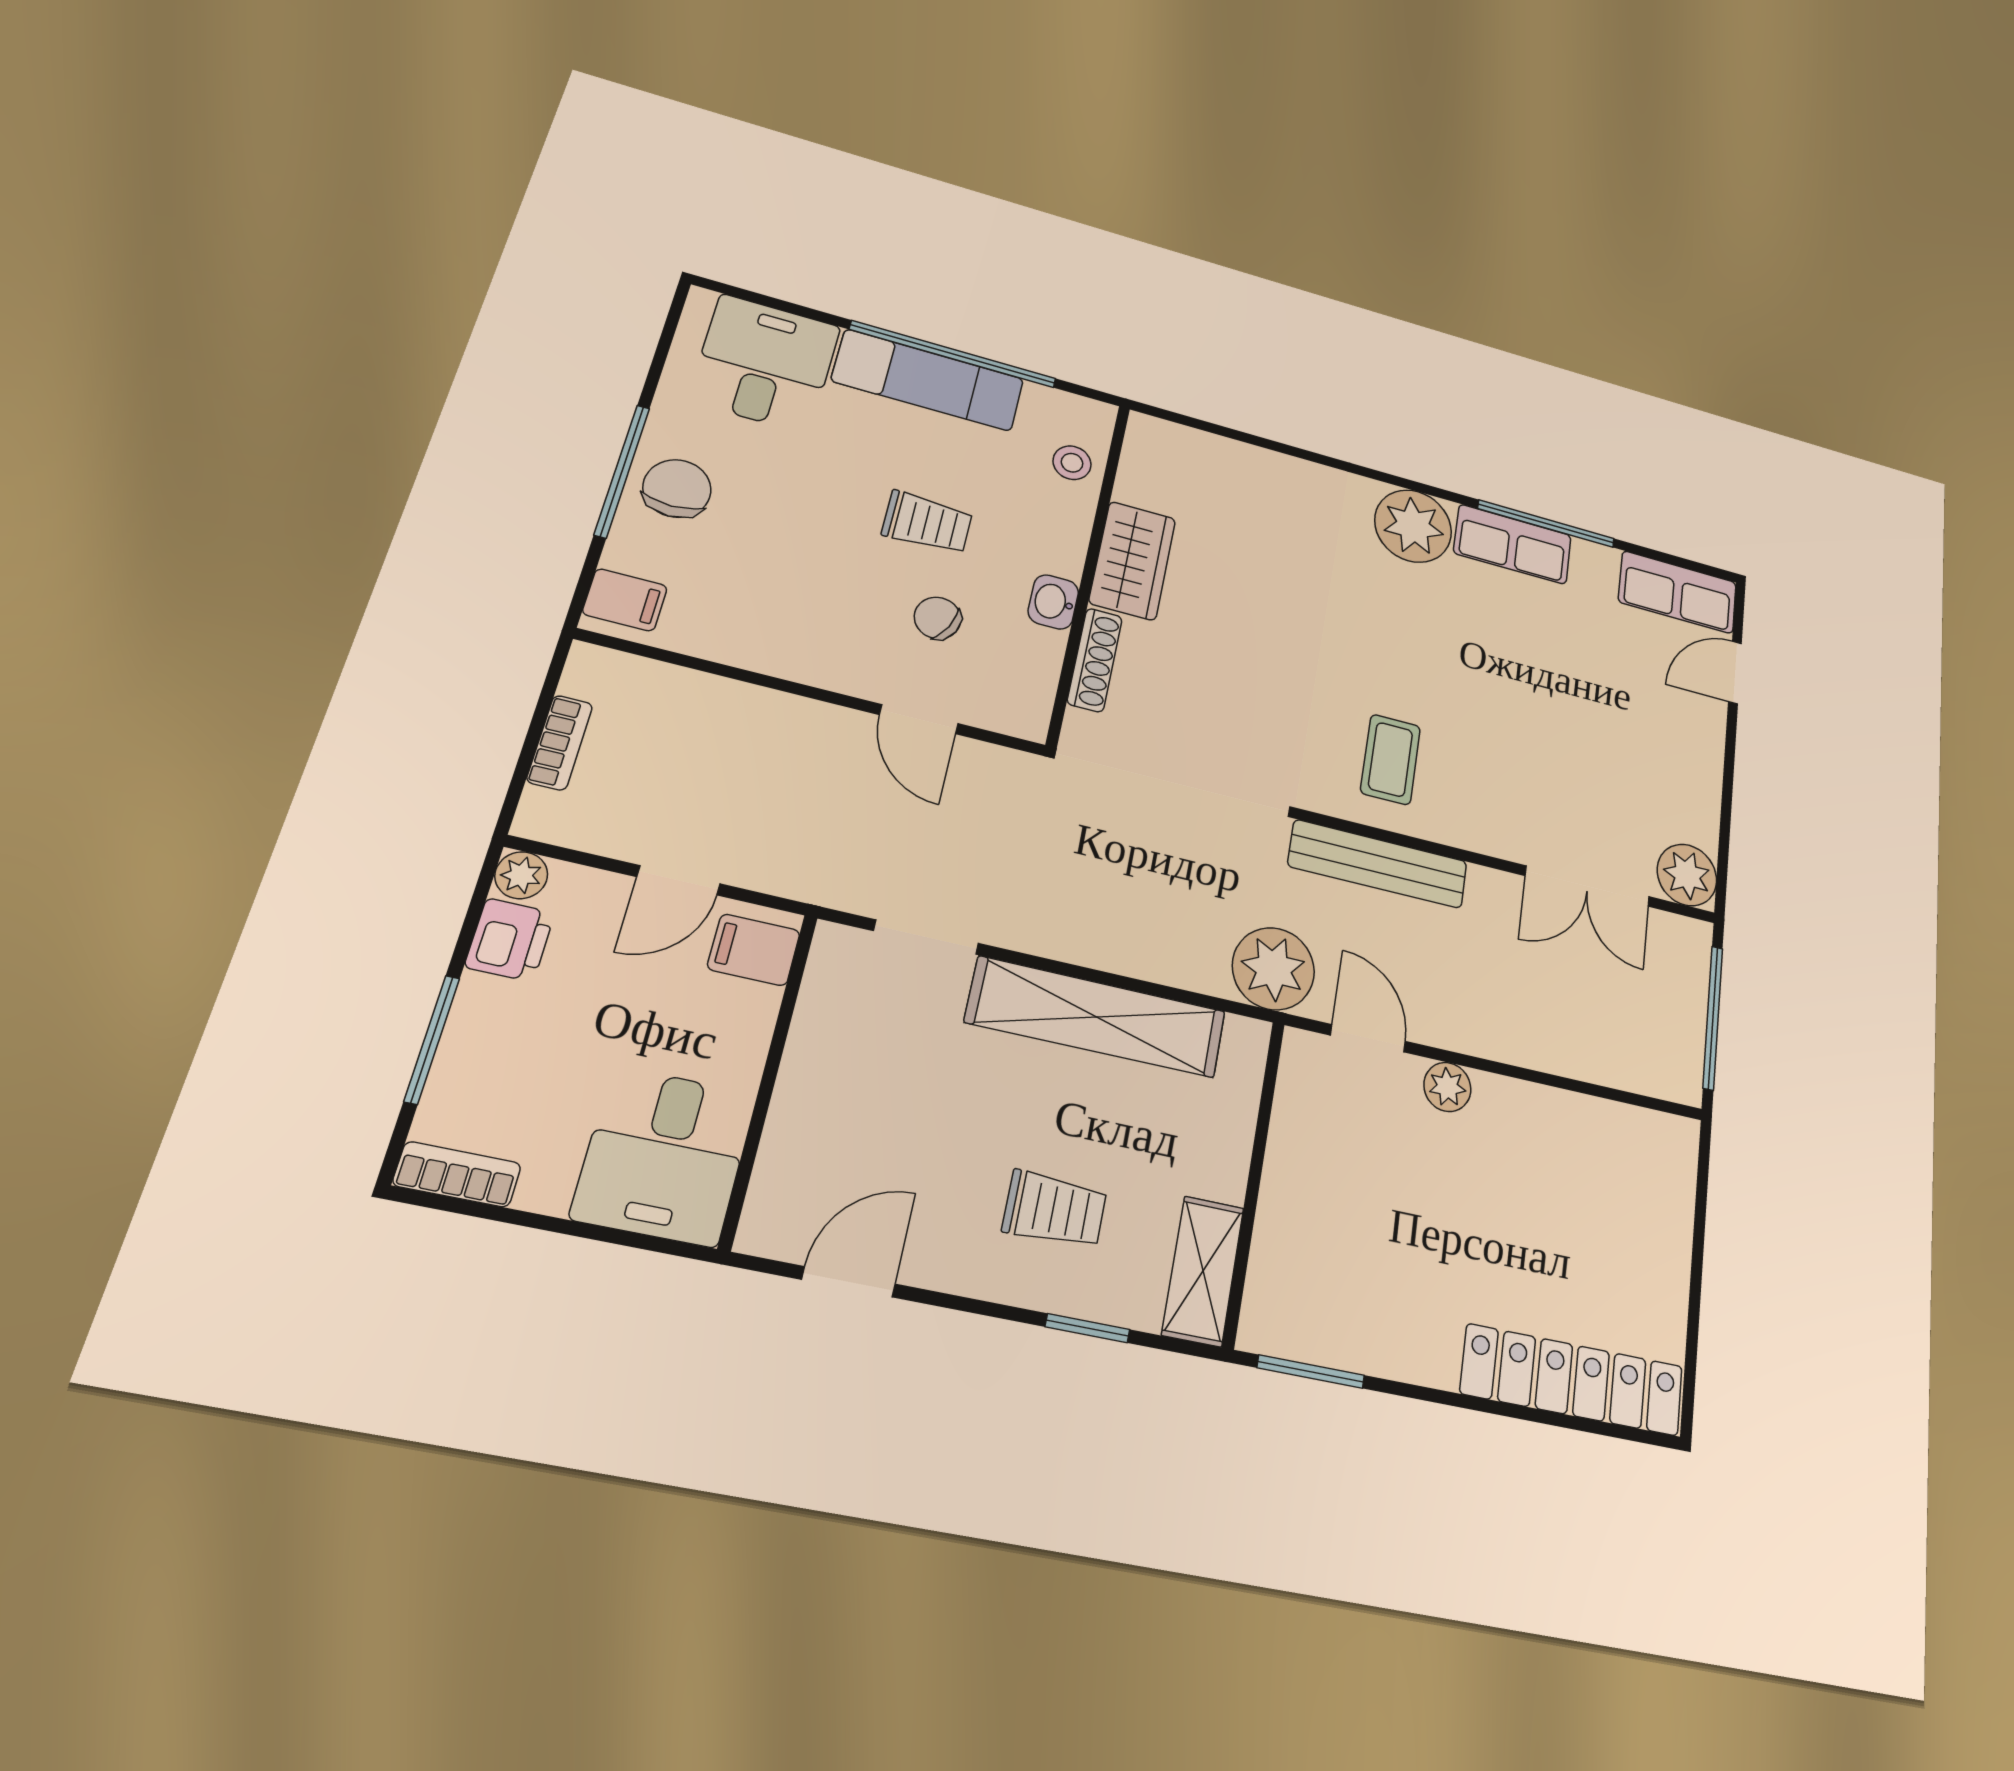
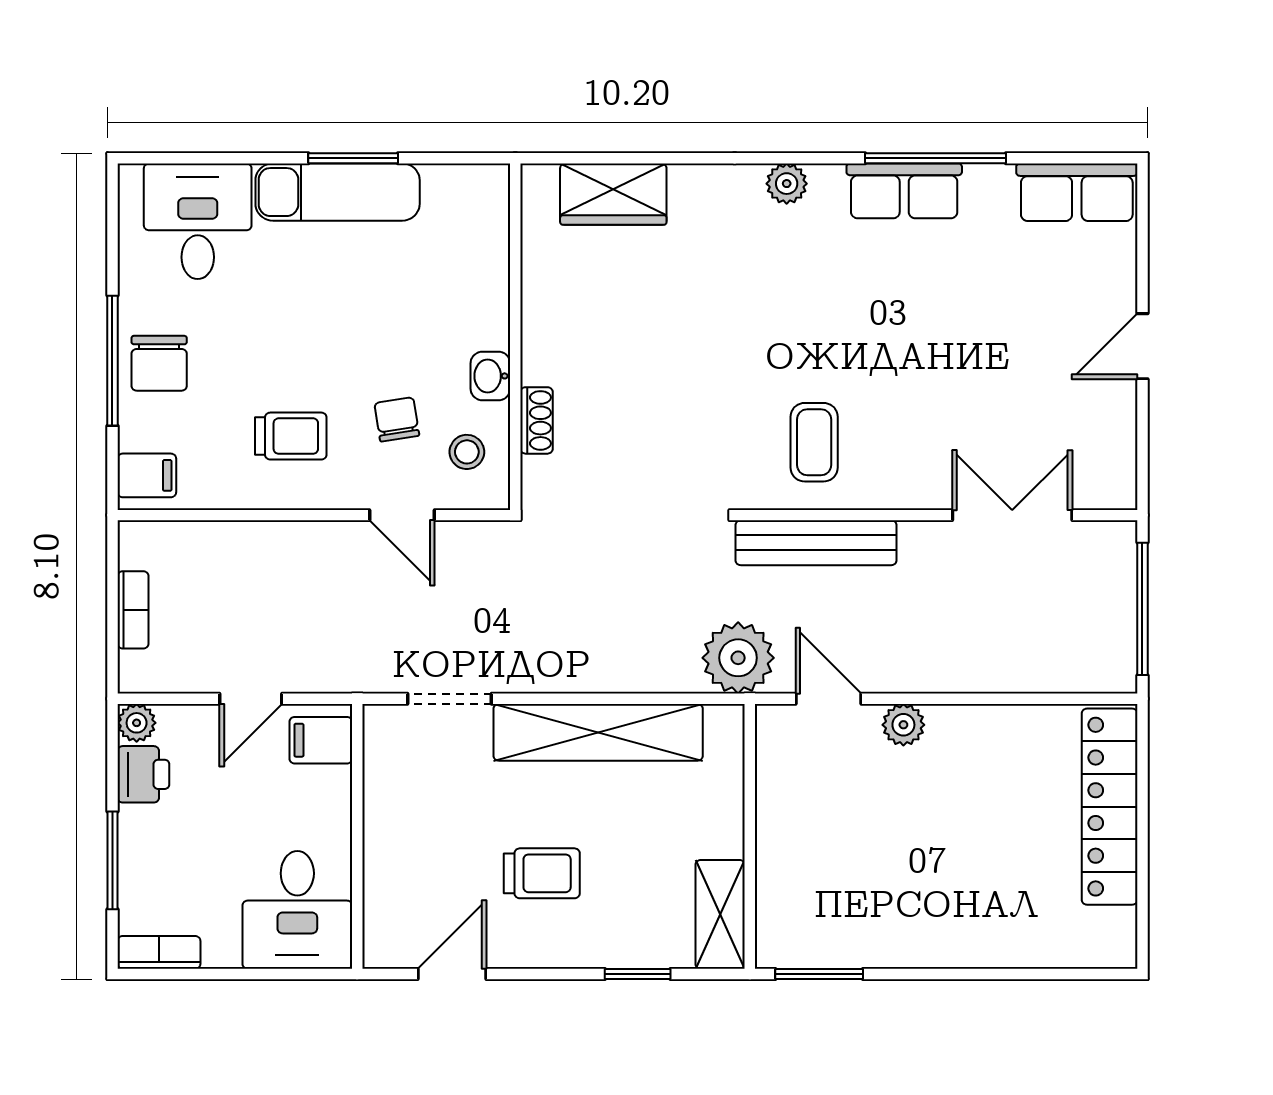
window: (953, 354) -> (353, 158), width x0.47
stool: (1072, 463) -> (467, 452), moved
chair: (677, 488) -> (159, 363), turned 180
trolley: (927, 523) -> (291, 436), moved
plant: (1413, 526) -> (787, 184), width x0.53, depth x0.53
wardrobe: (1132, 561) -> (613, 194), moved, turned 90
chair: (938, 618) -> (397, 419), turned 55
shoe rack: (1095, 660) -> (537, 420), width x0.70
door: (1735, 672) -> (1142, 346), moved
plant: (1687, 875) -> (1108, 480), removed
double door: (1587, 886) -> (1012, 515), swing flipped
trolley: (1055, 1209) -> (542, 873), moved
locker: (1573, 1380) -> (1110, 807), moved, turned -90

